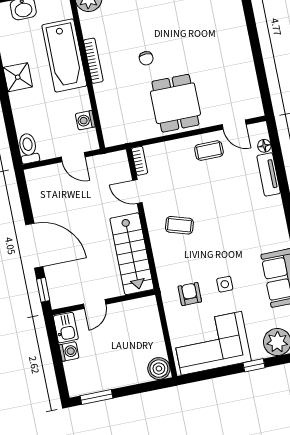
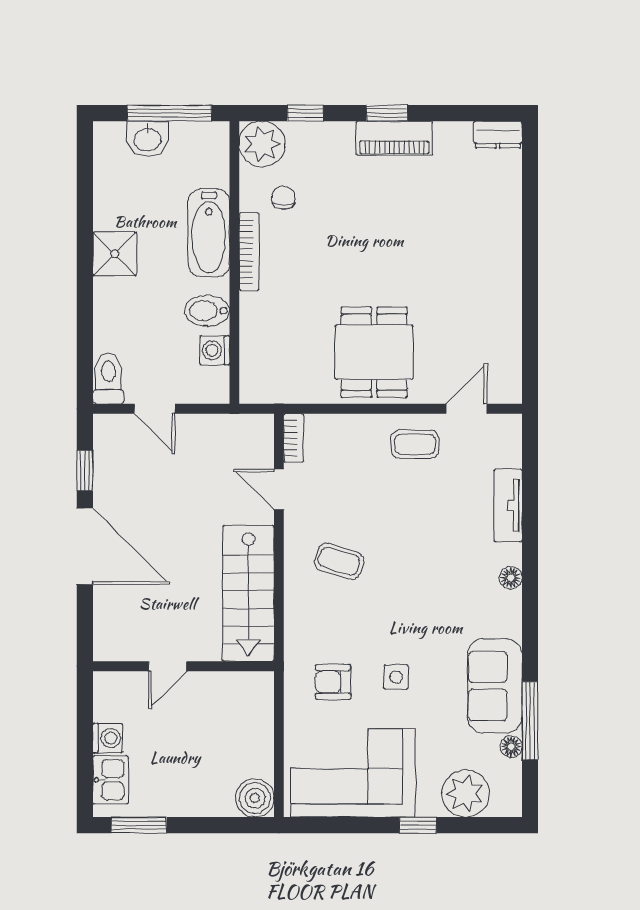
bathtub: (64, 55) -> (209, 233), width x0.73, depth x0.73
chair: (146, 58) -> (283, 198), moved, turned 180
bidet: (76, 99) -> (207, 311), added
door: (234, 125) -> (467, 409), swing flipped
floor lamp: (264, 146) -> (511, 578), moved
door: (73, 157) -> (155, 409), moved
window: (43, 290) -> (85, 471), moved
armchair: (190, 294) -> (333, 682), turned -90
kitchen sink: (66, 328) -> (110, 780), moved

